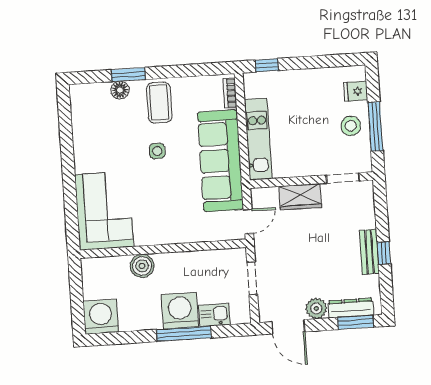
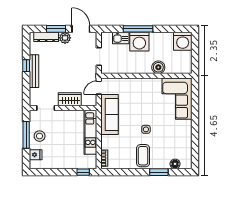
floor lamp: (120, 90) -> (175, 164), moved
sofa: (220, 161) -> (109, 114), width x0.74, depth x0.79
bench: (369, 252) -> (34, 71), width x1.36
window: (356, 322) -> (56, 29), moved

